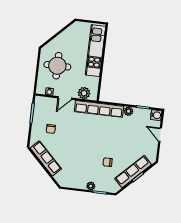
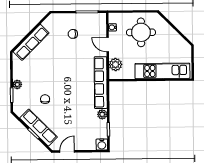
door: (160, 135) -> (67, 151), moved
row of seats: (46, 158) -> (31, 42), moved

